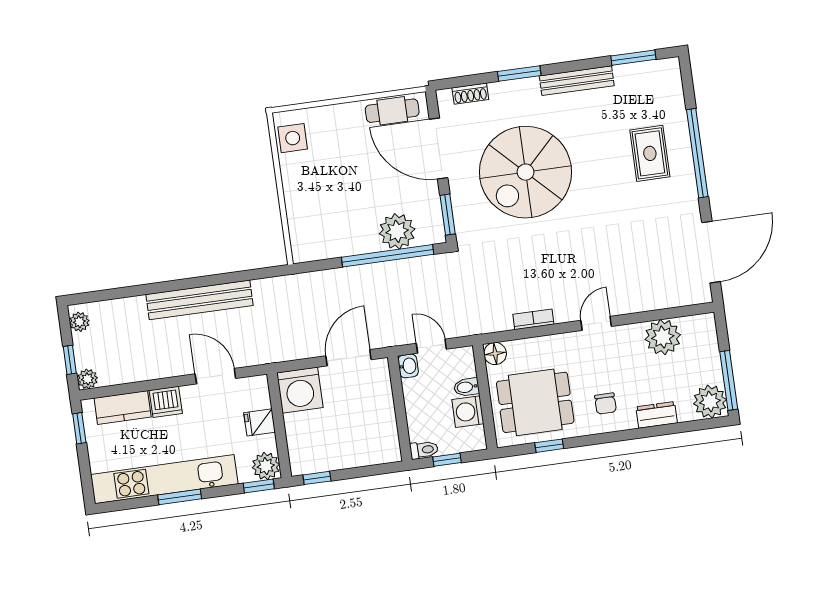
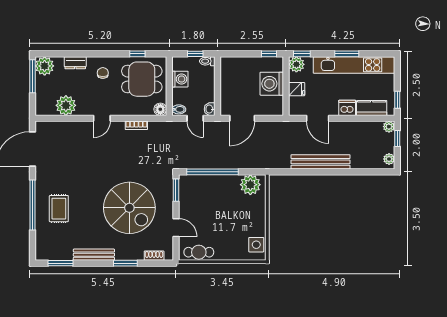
door: (439, 149) -> (176, 228), width x0.53
spiral stairs: (525, 172) -> (129, 208), turned 90
plant: (397, 231) -> (250, 185), moved
bidet: (467, 387) -> (179, 109), moved
washing machine: (300, 390) -> (272, 84), moved, turned -90

